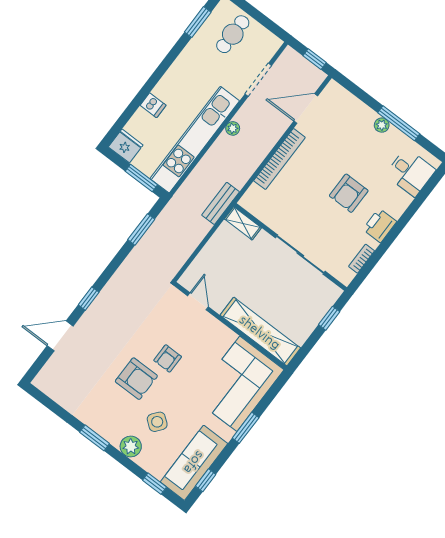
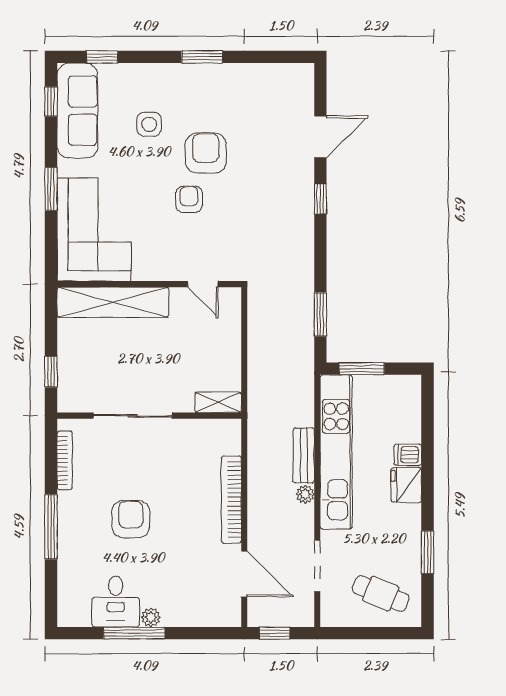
window: (198, 22) -> (428, 552), moved
cafe table: (233, 34) -> (381, 594), turned -68
door: (306, 108) -> (244, 574), hinge flipped
fridge: (126, 146) -> (406, 485), moved, turned 90
desk: (410, 172) -> (116, 602), moved, turned -90
bench: (221, 203) -> (304, 455), moved
printer: (380, 225) -> (72, 510), removed
window: (400, 225) -> (51, 527), added
bookcase: (362, 259) -> (65, 460), width x1.56
armchair: (136, 379) -> (206, 153), turned 90
side table: (157, 422) -> (149, 124), turned -38
plant: (131, 447) -> (157, 77), removed

